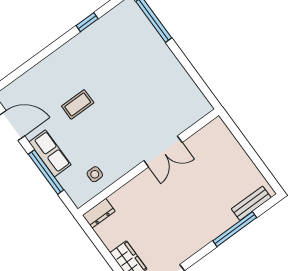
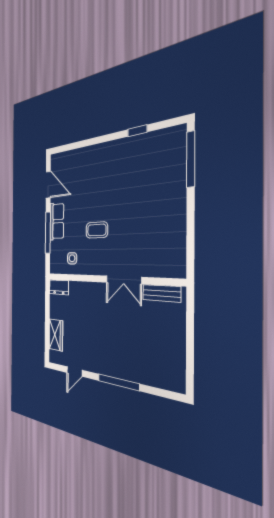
coffee table: (78, 104) -> (97, 230), moved
bench: (251, 203) -> (161, 293), moved
window: (235, 229) -> (118, 382), moved

